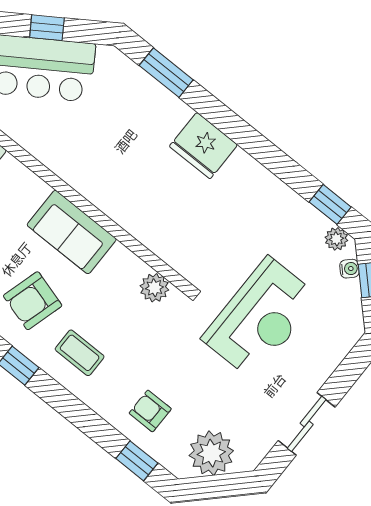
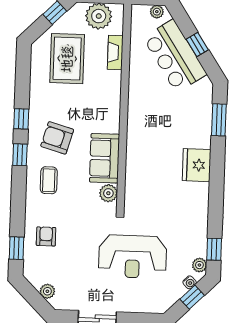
sofa: (72, 232) -> (104, 158), moved
plant: (211, 453) -> (47, 291), width x0.53, depth x0.53

